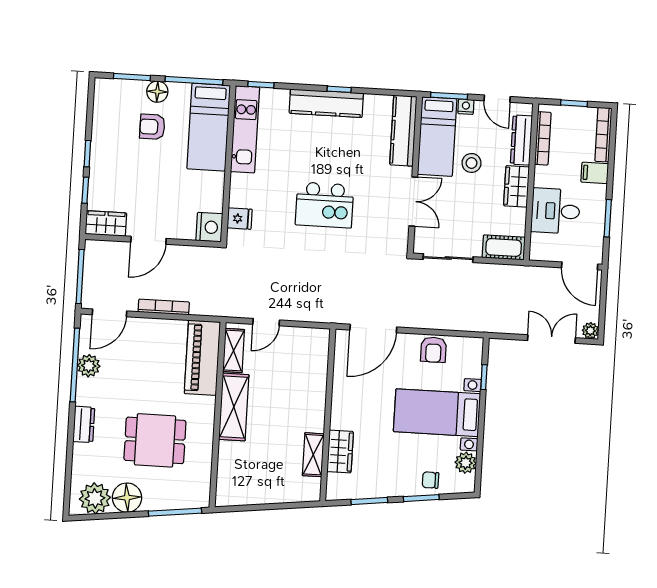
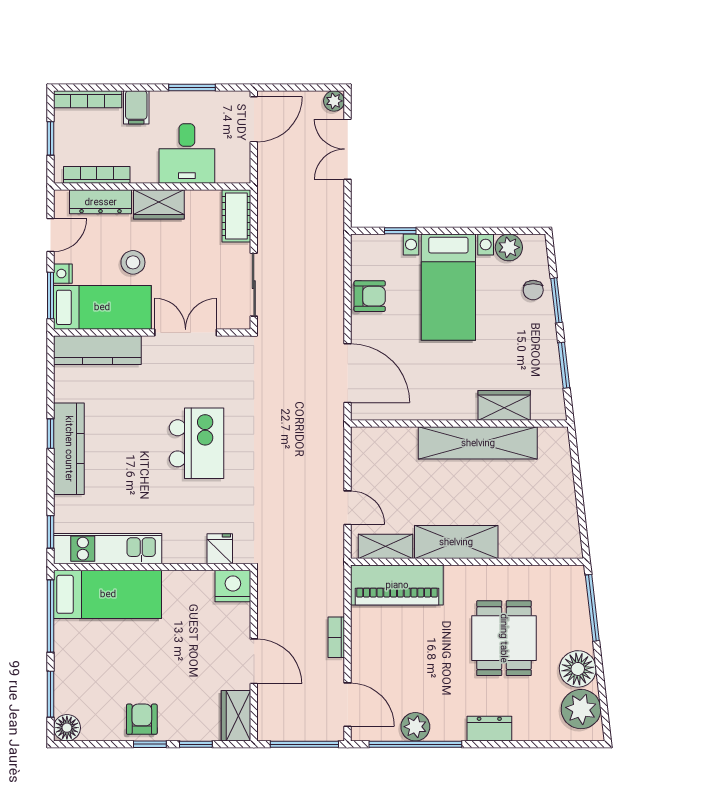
floor lamp: (157, 92) -> (67, 728), moved
armchair: (152, 127) -> (142, 719), moved, turned 180
bookcase: (164, 307) -> (336, 637), width x0.64
shelving: (313, 455) -> (478, 443), width x2.20, depth x1.33

